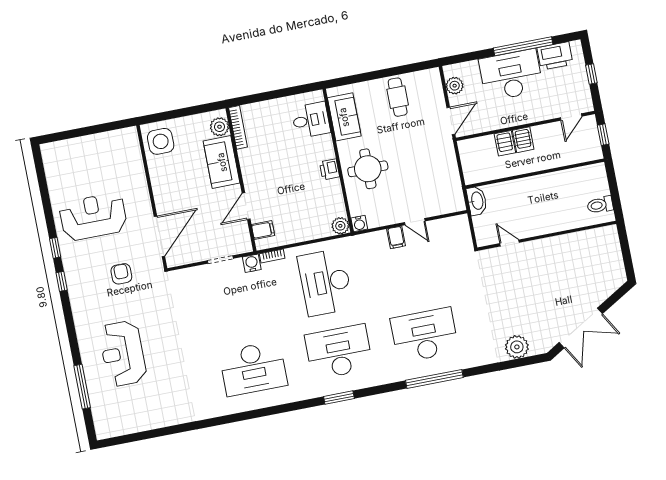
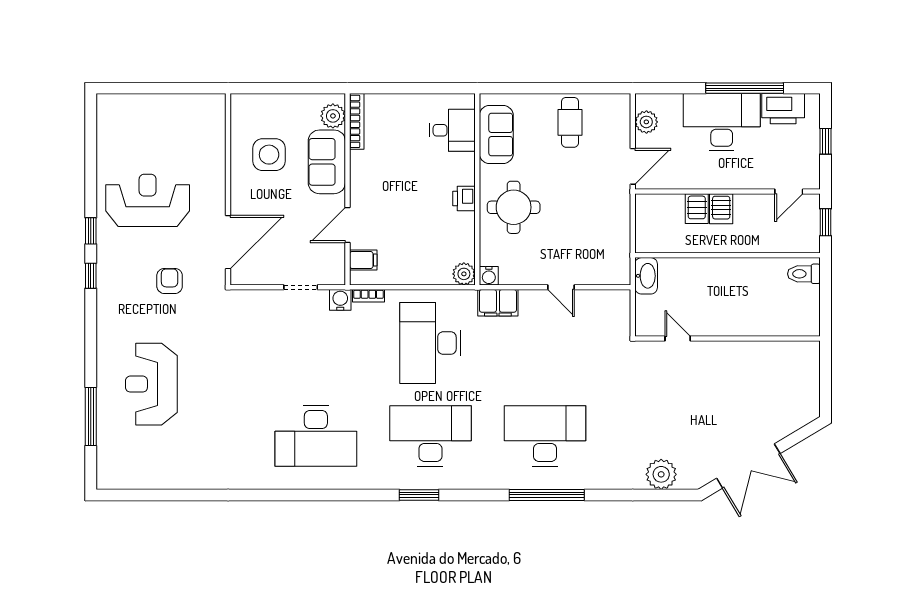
side table: (161, 141) -> (269, 155), moved
toilet: (600, 205) -> (804, 274), moved
filing cabinet: (396, 237) -> (498, 303), moved, width x2.00

